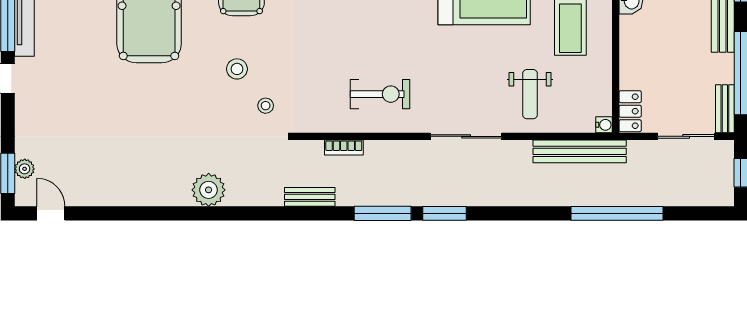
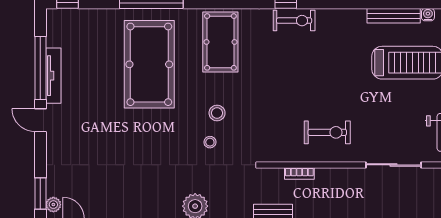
stool: (266, 106) -> (210, 142), moved
plant: (25, 169) -> (53, 205), moved

